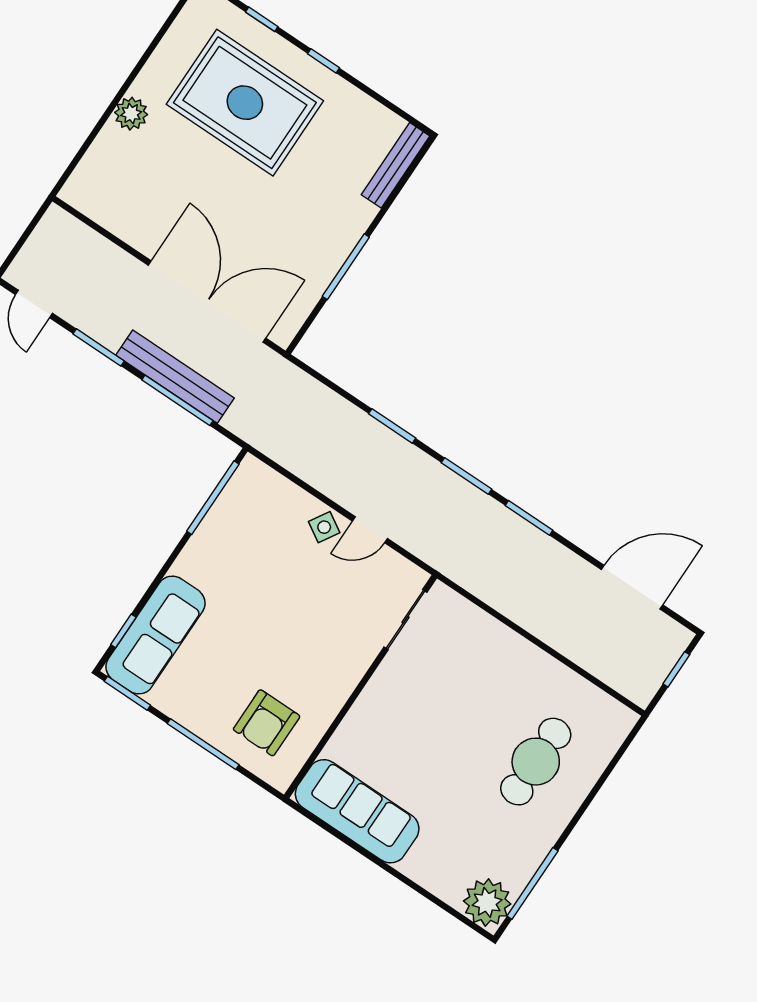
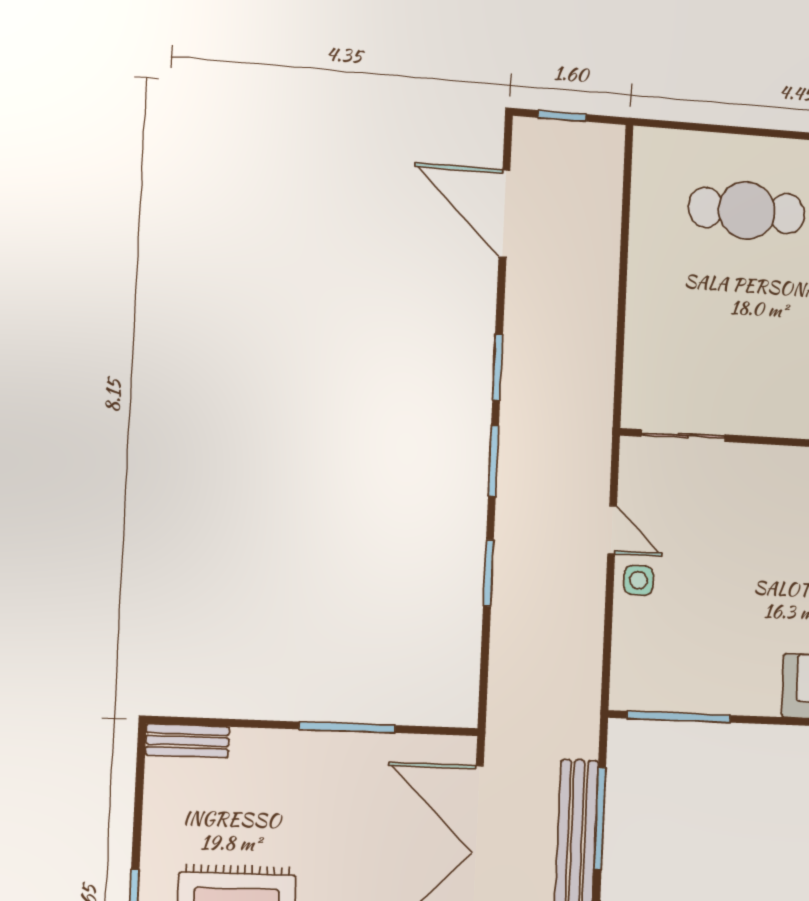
bench: (396, 165) -> (187, 741), width x0.73
side table: (324, 527) -> (639, 580), turned -31

